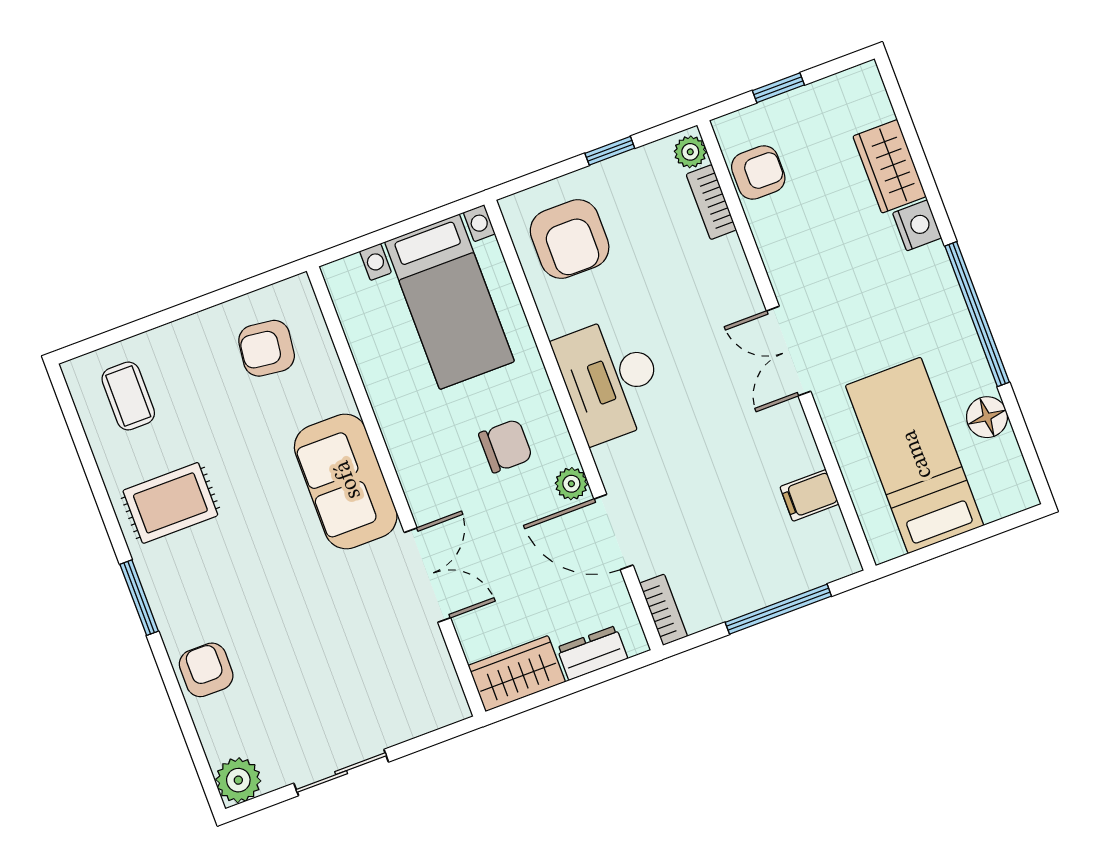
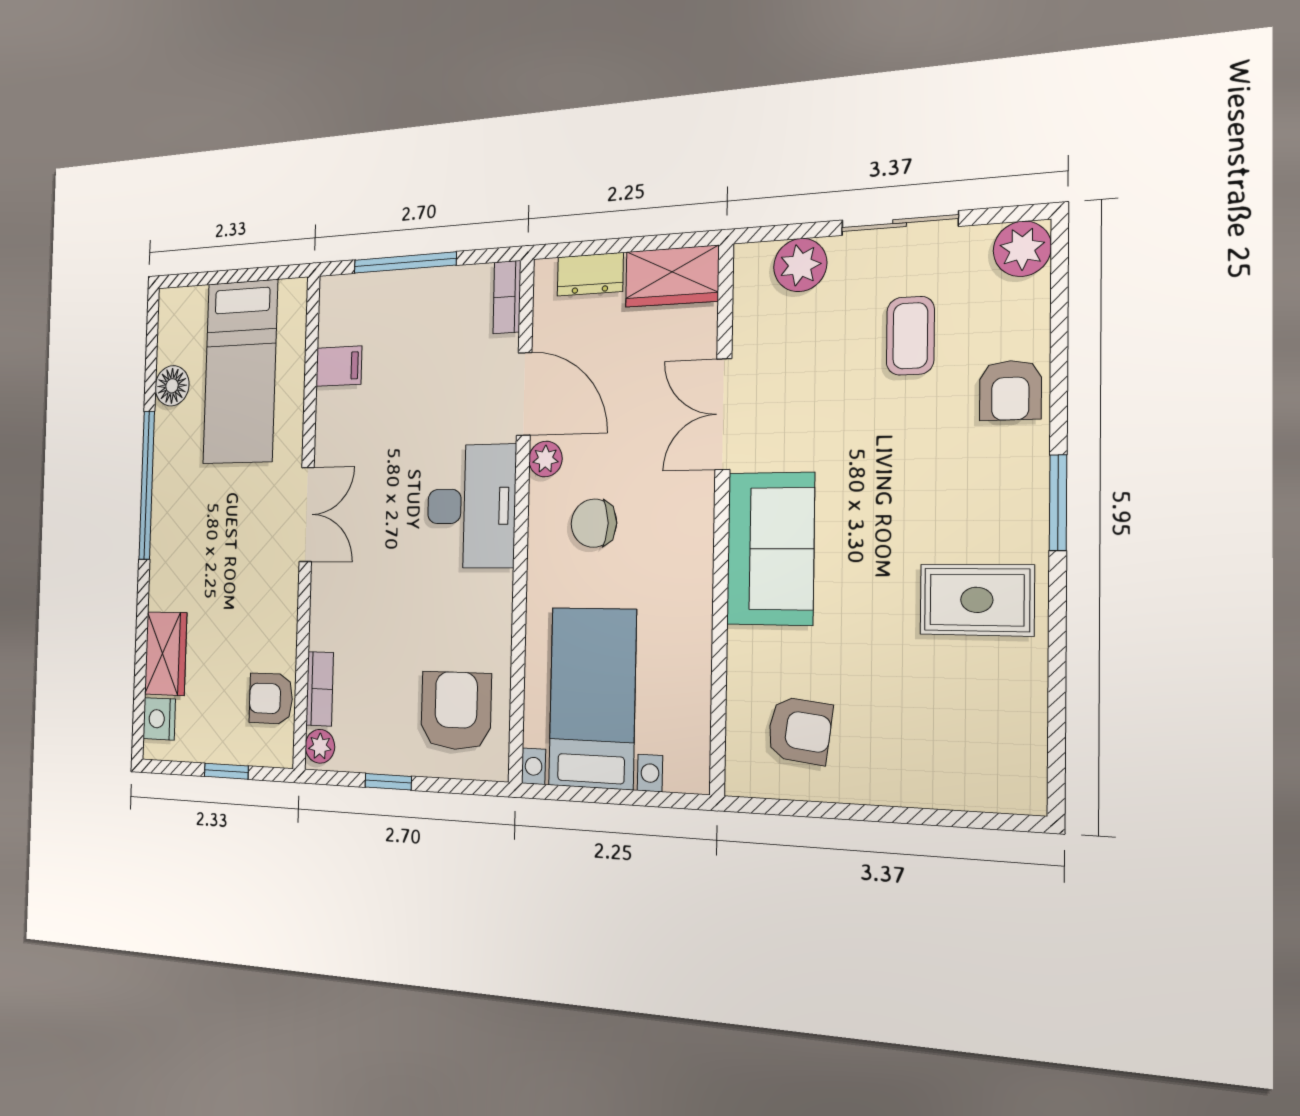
nightstand: (917, 225) -> (159, 719), moved
desk: (611, 379) -> (471, 506), moved
coffee table: (128, 396) -> (910, 336), moved
plant: (410, 716) -> (800, 265), added

